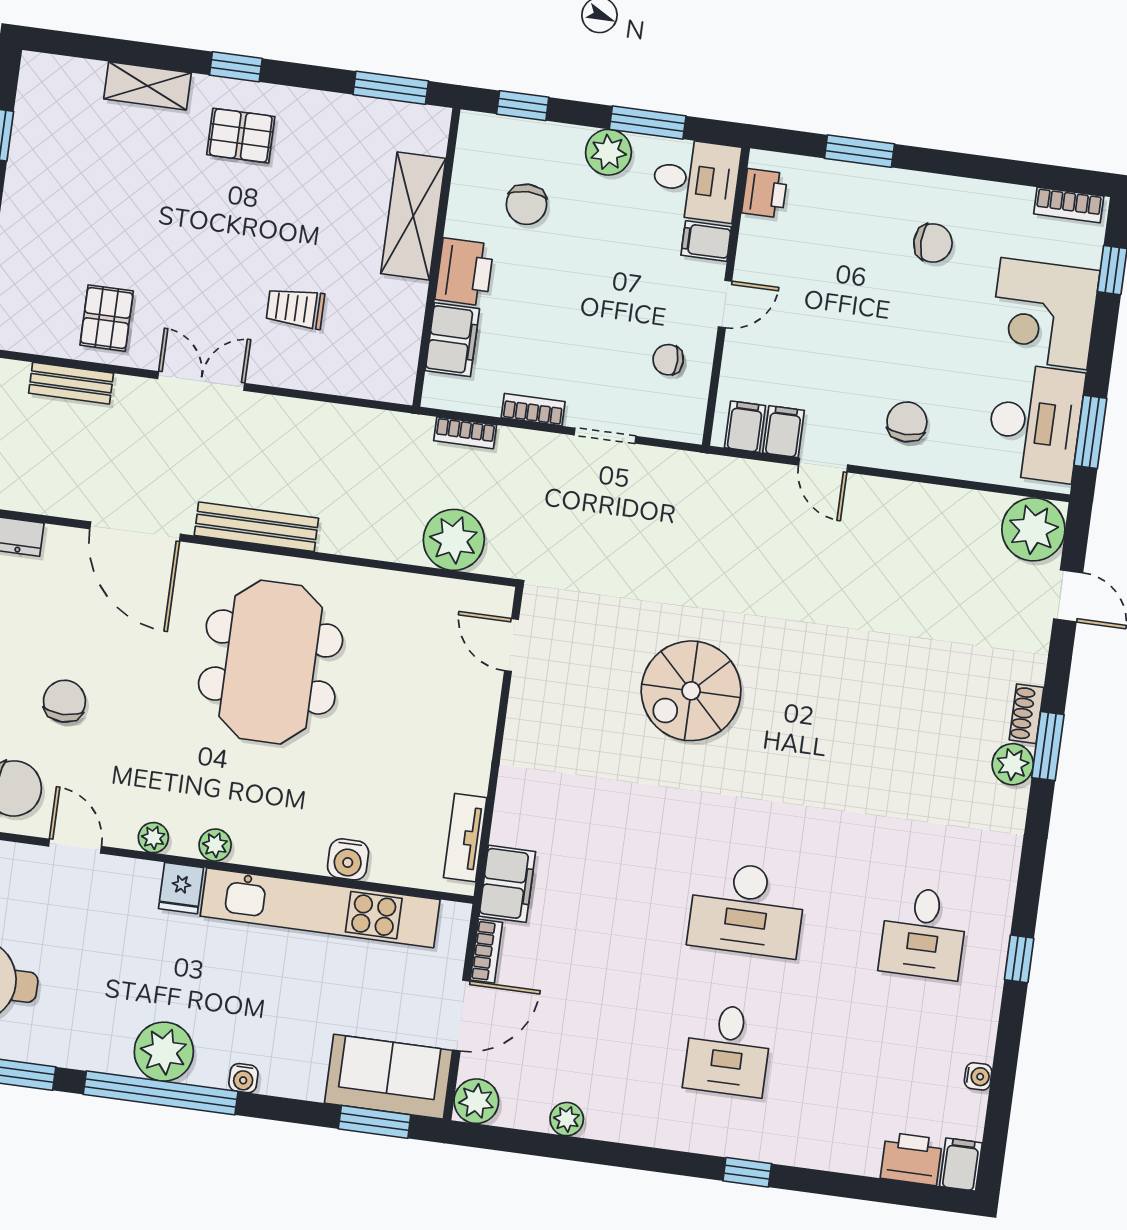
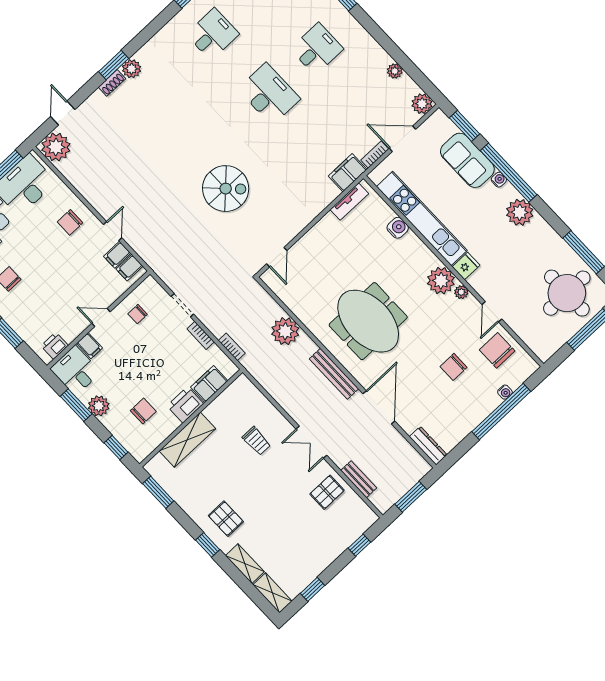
shelving: (61, 74) -> (272, 593), added
chair: (668, 360) -> (138, 314), turned 90
plant: (454, 540) -> (285, 331), moved
meeting table: (271, 662) -> (368, 321), turned 90
plant: (215, 845) -> (441, 281), width x1.88, depth x1.88
sofa: (389, 1077) -> (467, 160), moved
window: (161, 1093) -> (509, 173), moved

